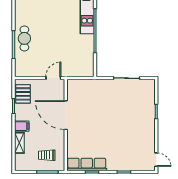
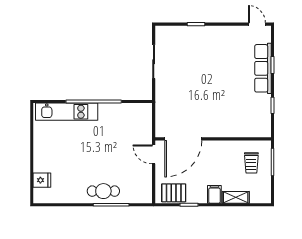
door: (66, 115) -> (183, 139), moved
door: (156, 160) -> (257, 24), hinge flipped
row of seats: (87, 164) -> (263, 68), moved

